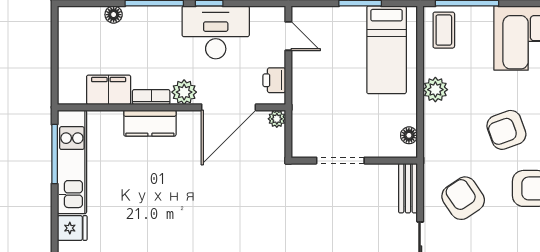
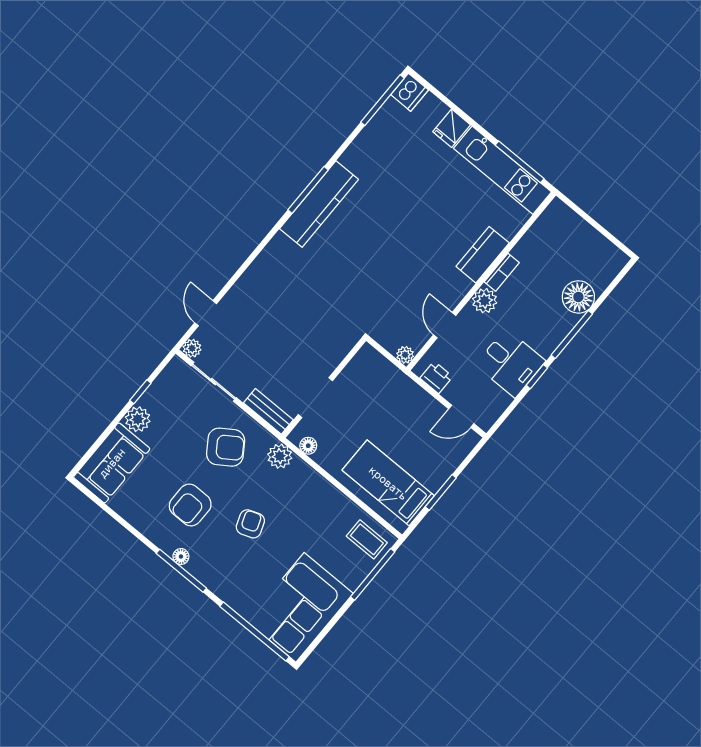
floor lamp: (114, 15) -> (578, 297), width x1.89, depth x1.89
desk: (216, 32) -> (510, 363), width x0.73
filing cabinet: (109, 90) -> (534, 244), removed
plant: (435, 90) -> (280, 456), moved
door: (229, 107) -> (445, 325), width x0.53
armchair: (506, 130) -> (250, 524), width x0.72, depth x0.72
doorway: (340, 161) -> (315, 398), moved

